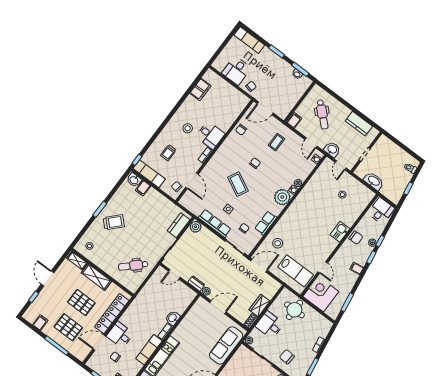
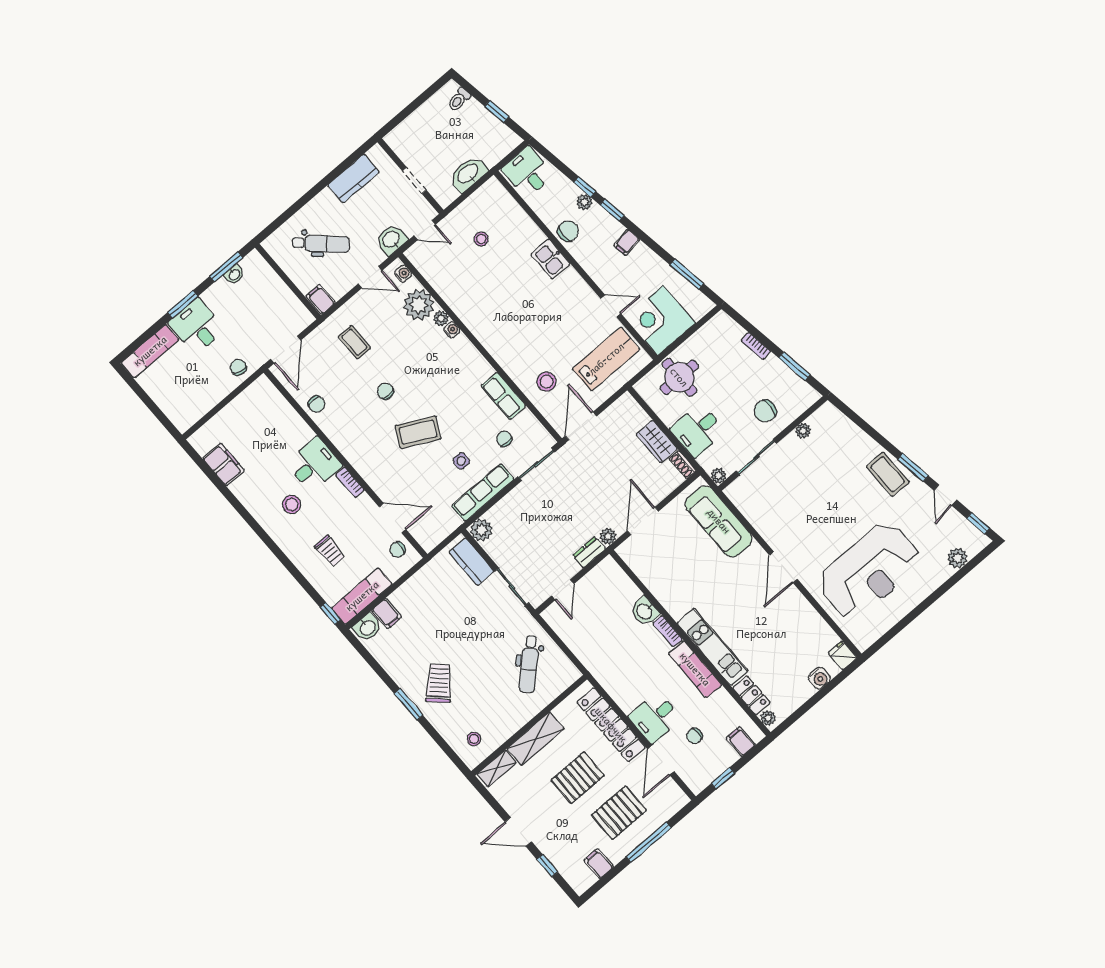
desk: (236, 71) -> (197, 326), moved, turned 180
plant: (282, 197) -> (419, 305), moved

